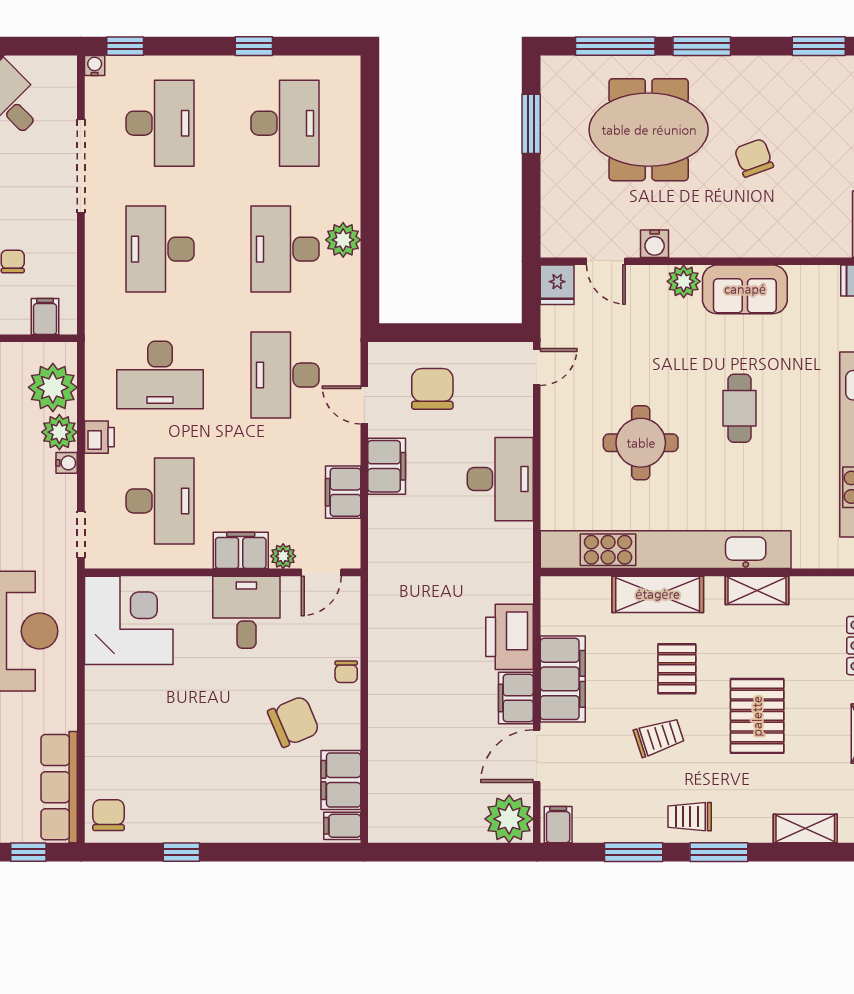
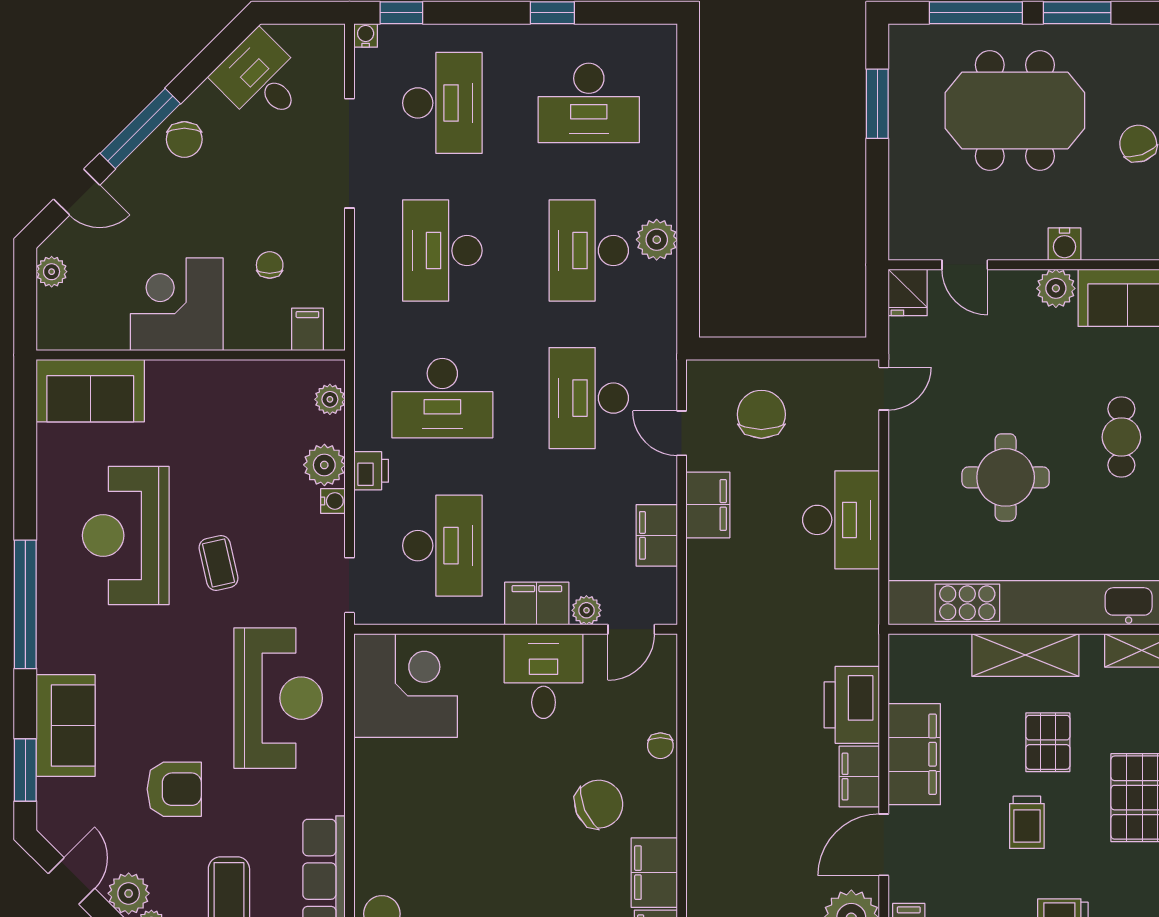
desk: (285, 123) -> (589, 103), turned 90
water cooler: (655, 244) -> (1065, 244), moved
plant: (53, 387) -> (330, 399), width x0.53, depth x0.53
trolley: (659, 737) -> (1027, 822), turned 108

